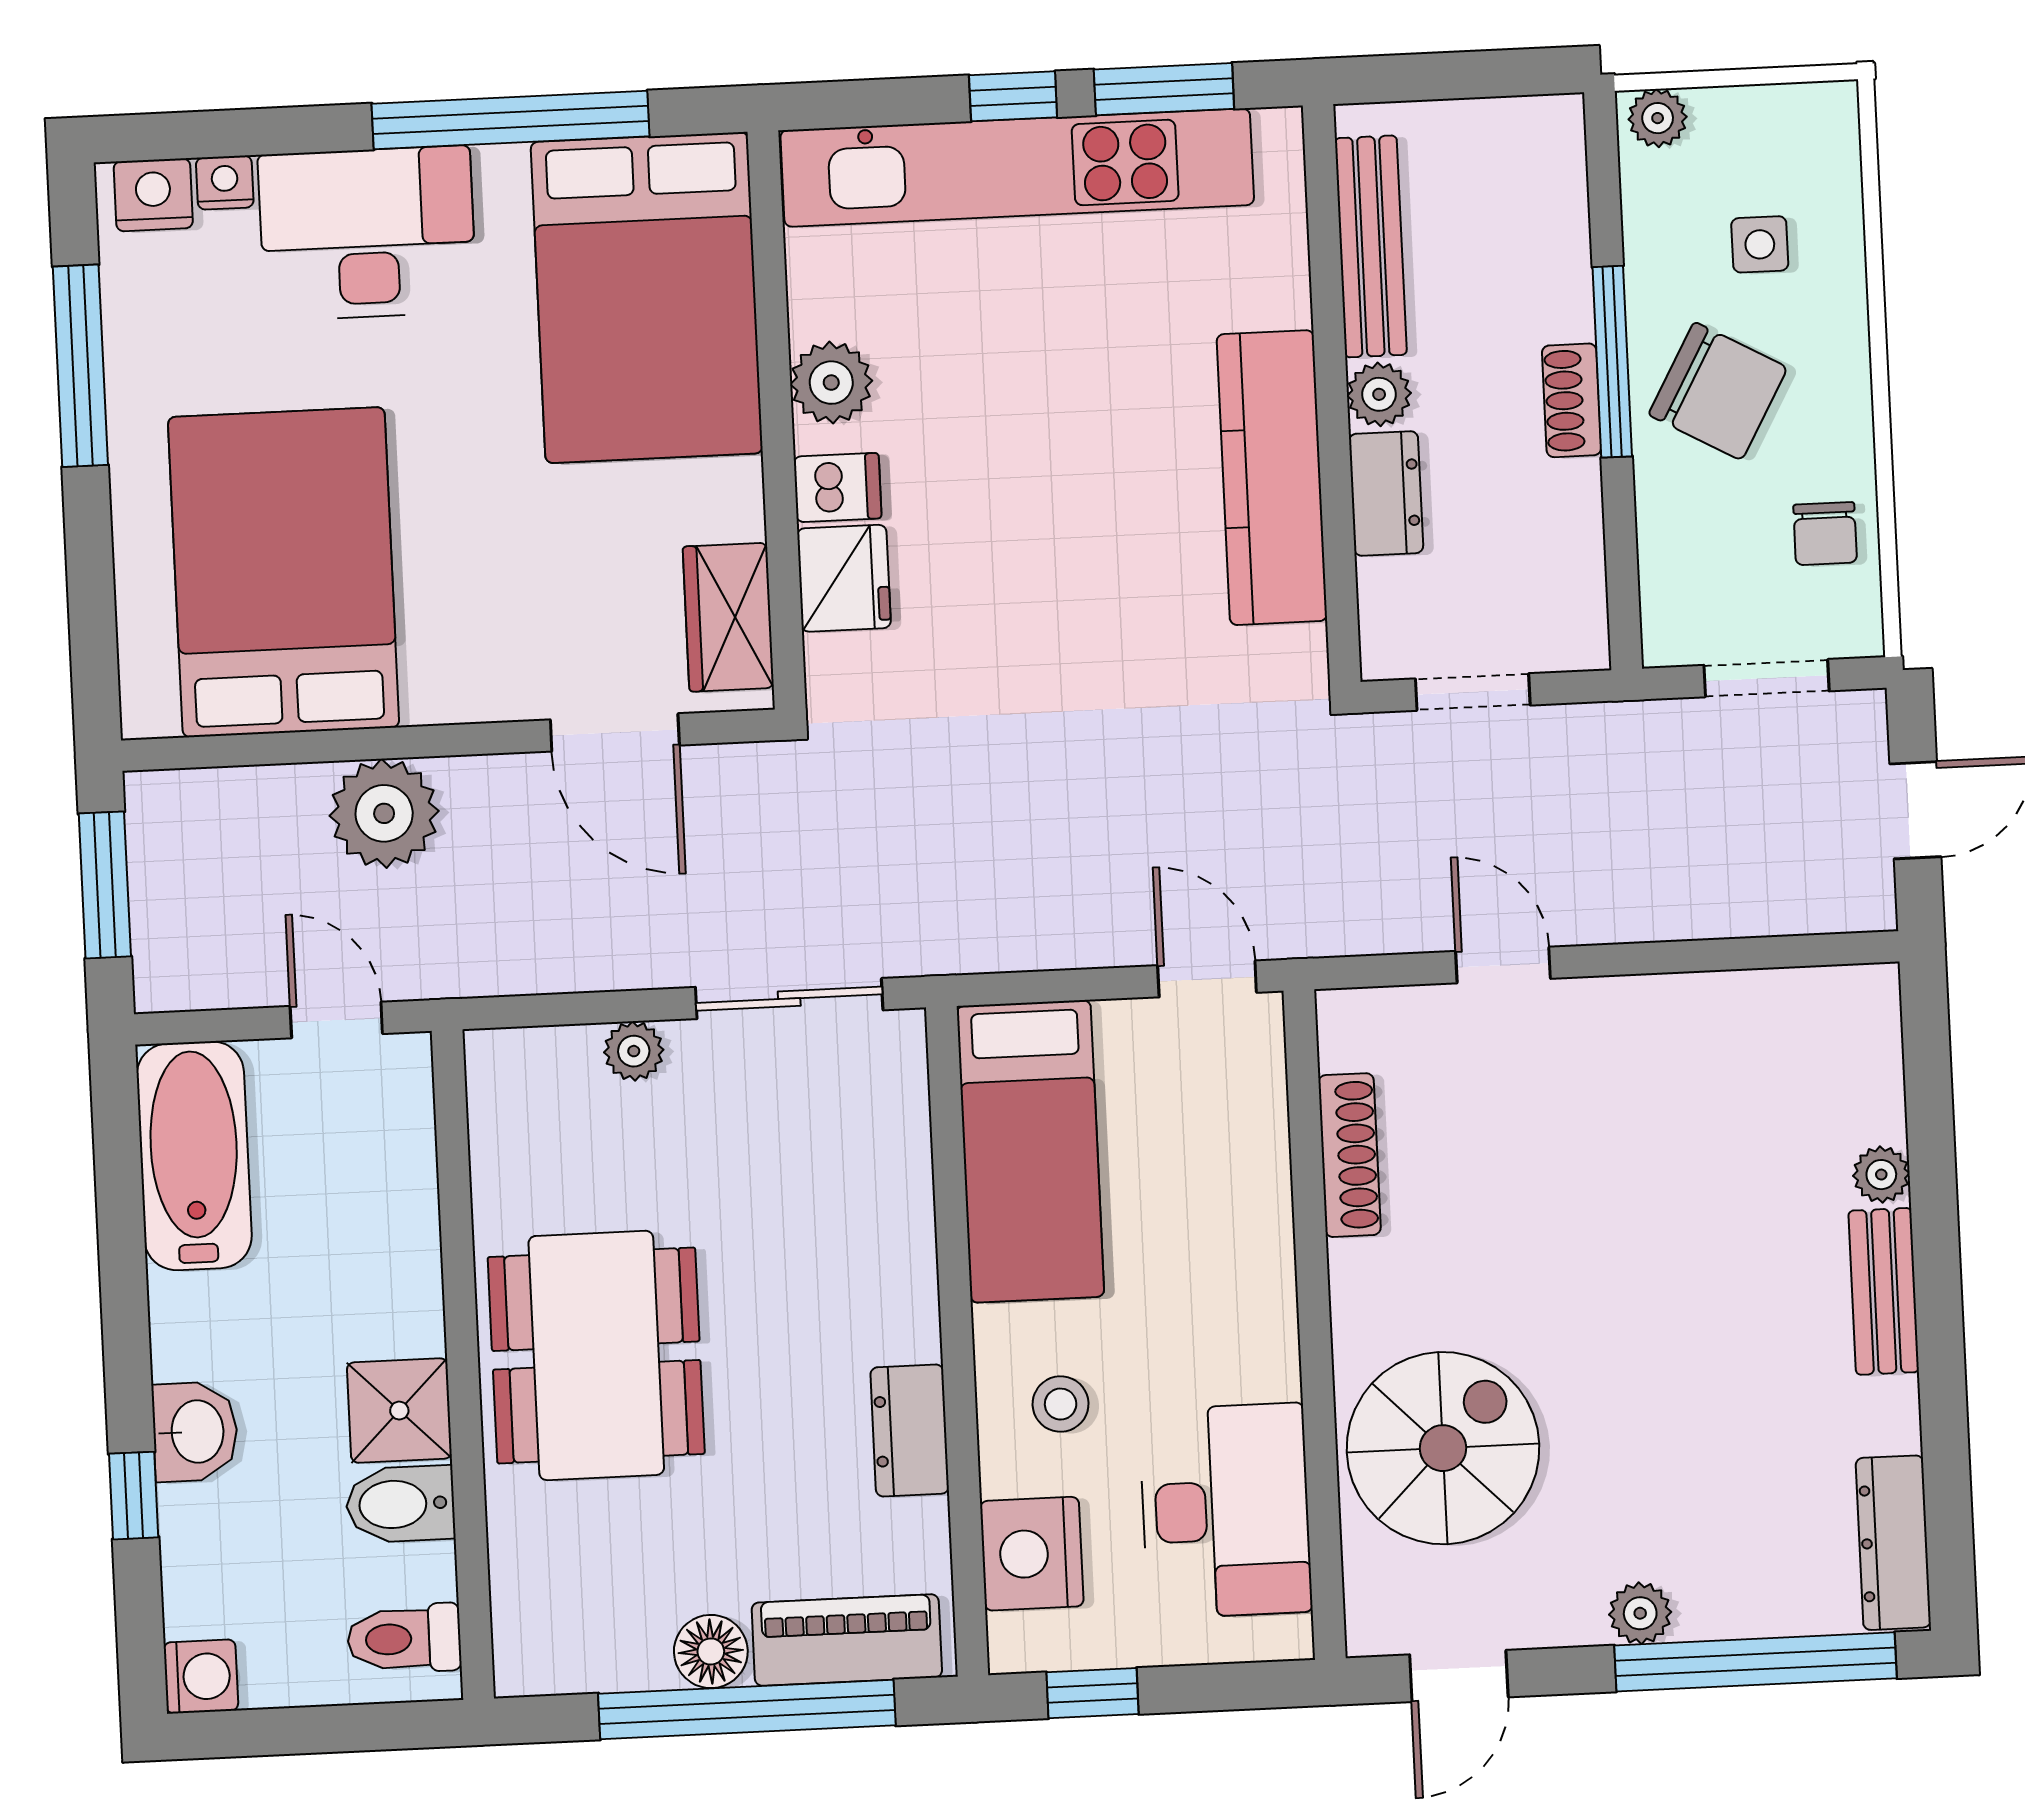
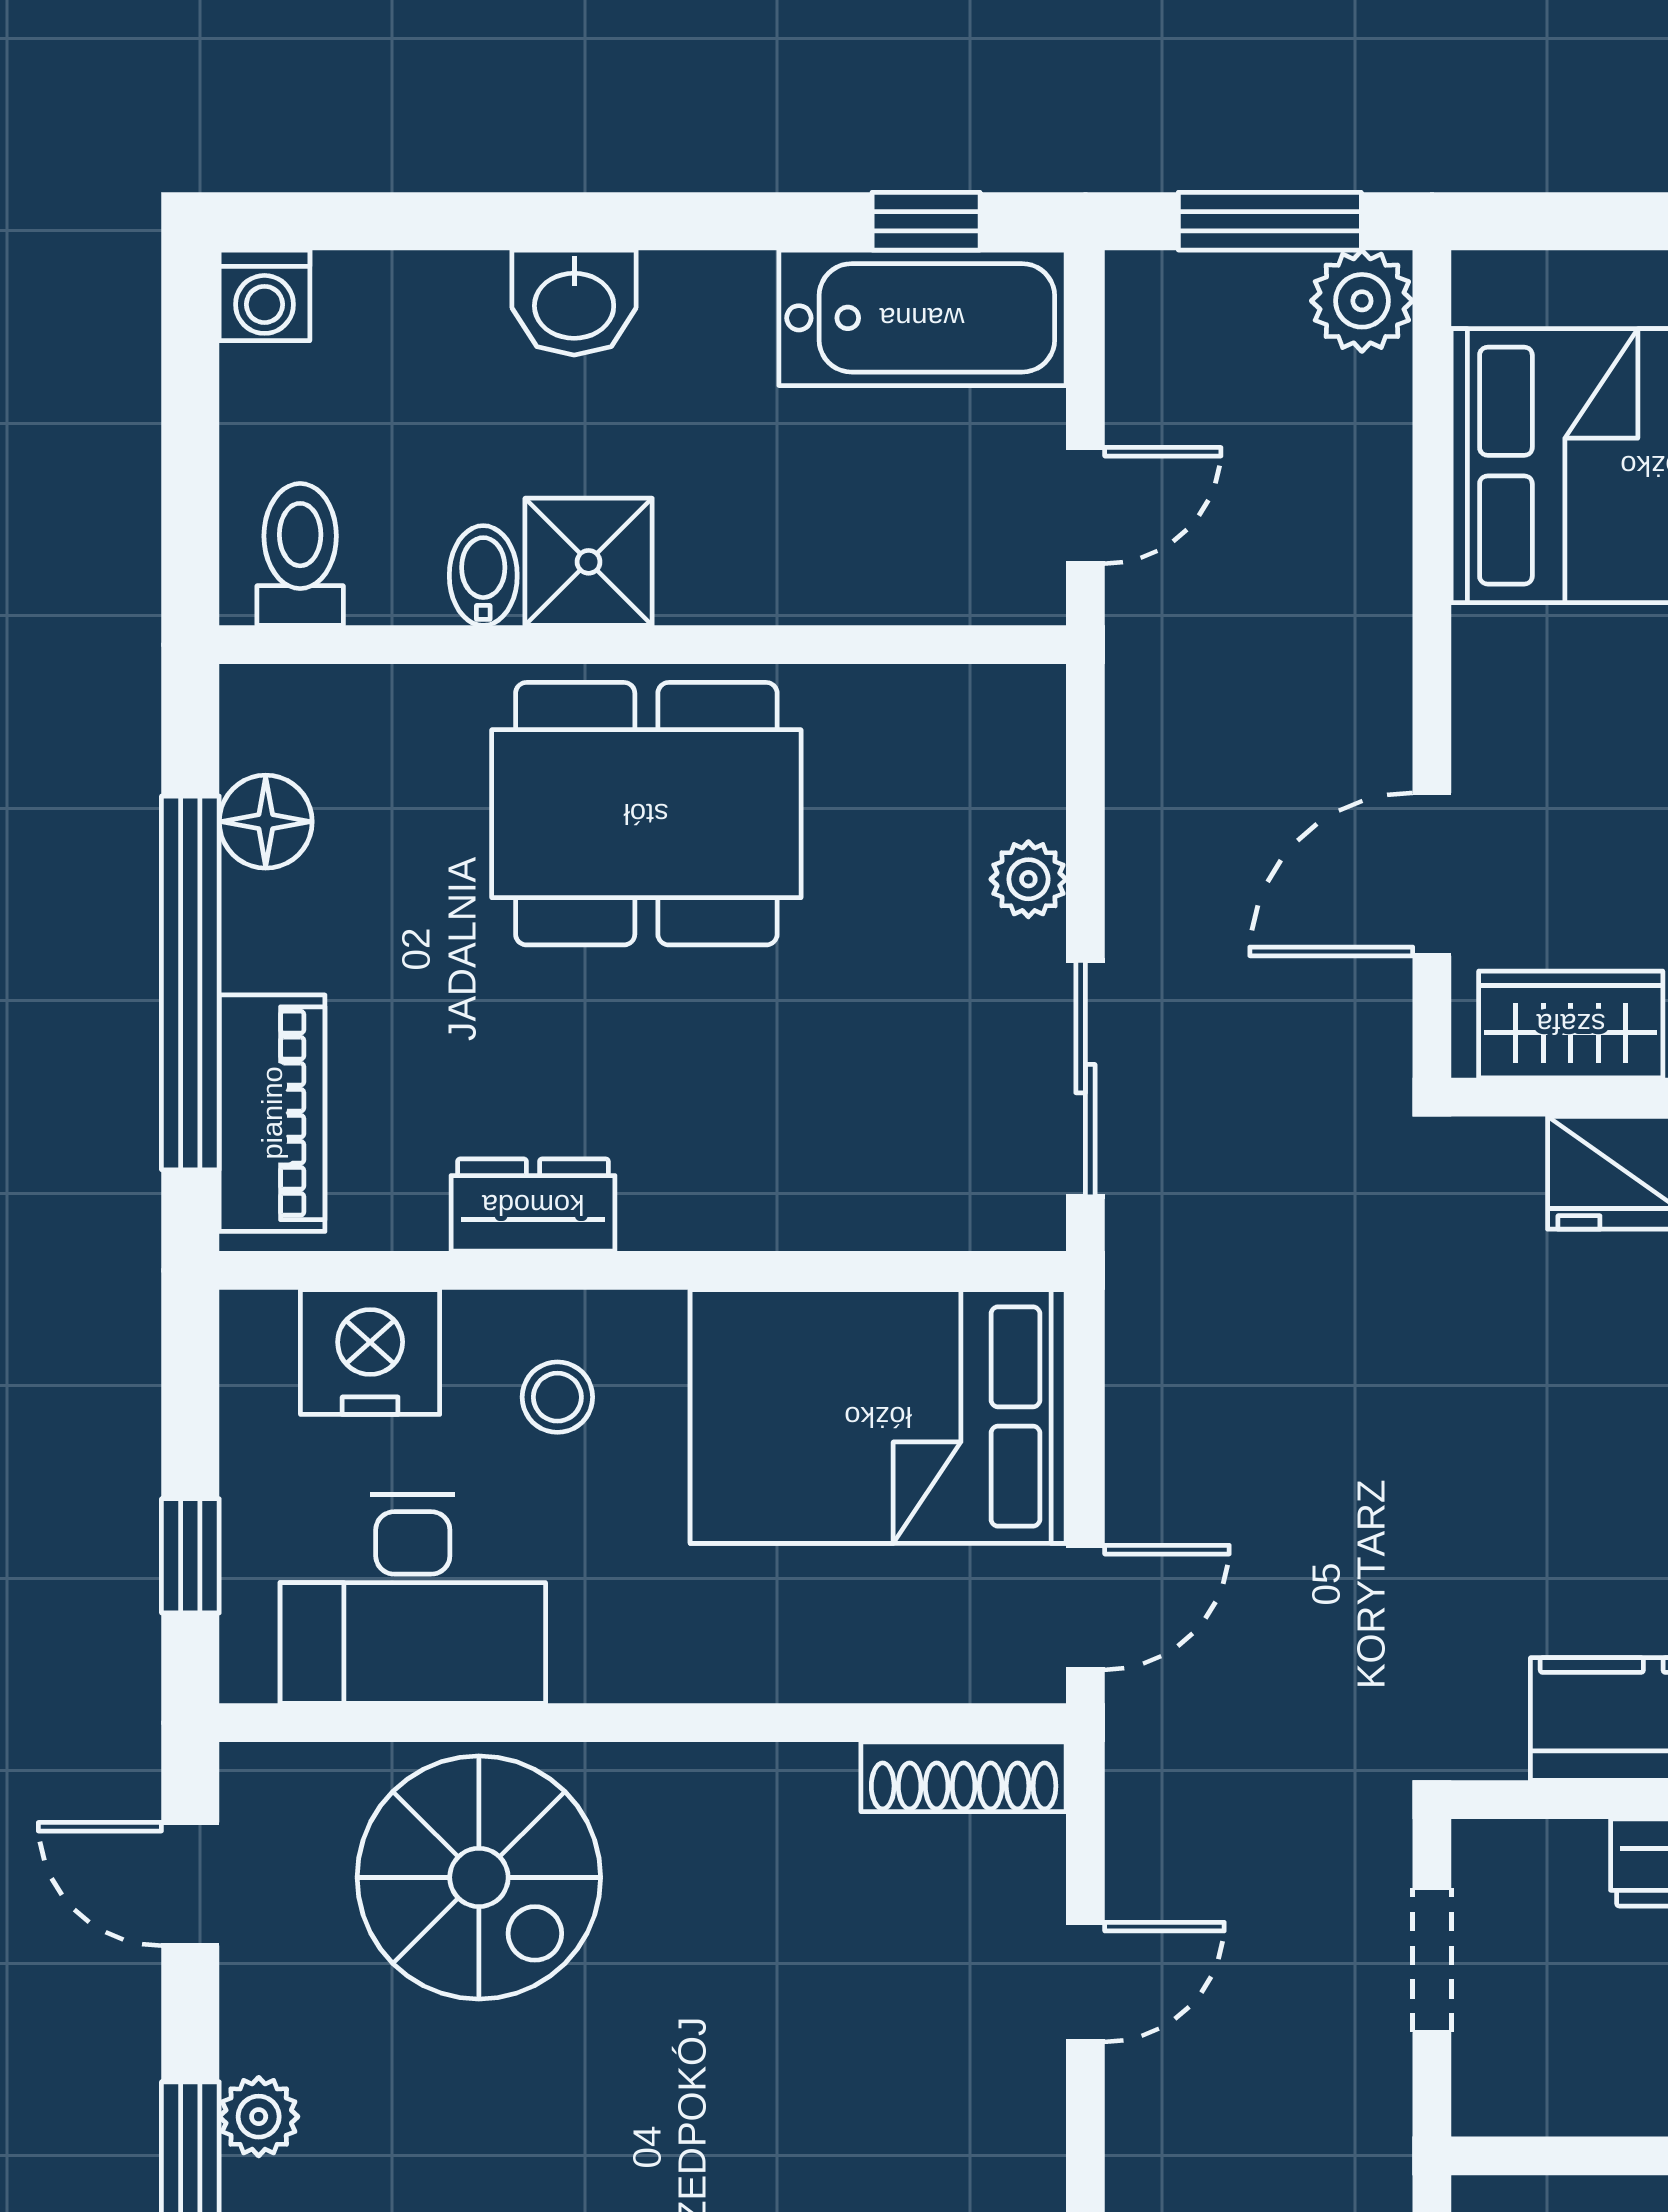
plant: (384, 813) -> (1362, 301), moved, width x0.73, depth x0.73
bed: (1030, 1151) -> (878, 1417), width x1.50
shoe rack: (1350, 1155) -> (964, 1777), moved
window: (134, 1496) -> (926, 221), moved
bidet: (400, 1504) -> (483, 576), width x0.72, depth x0.74
floor lamp: (711, 1651) -> (266, 822), moved
window: (1093, 1693) -> (190, 1556), moved

